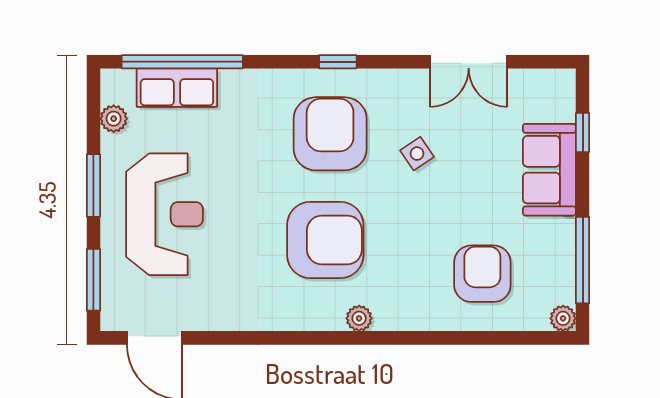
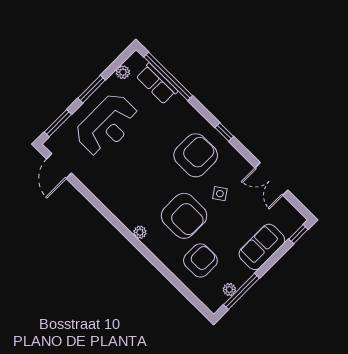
window: (583, 132) -> (298, 234), moved
armchair: (325, 240) -> (184, 216), moved
plant: (563, 318) -> (229, 290), moved

